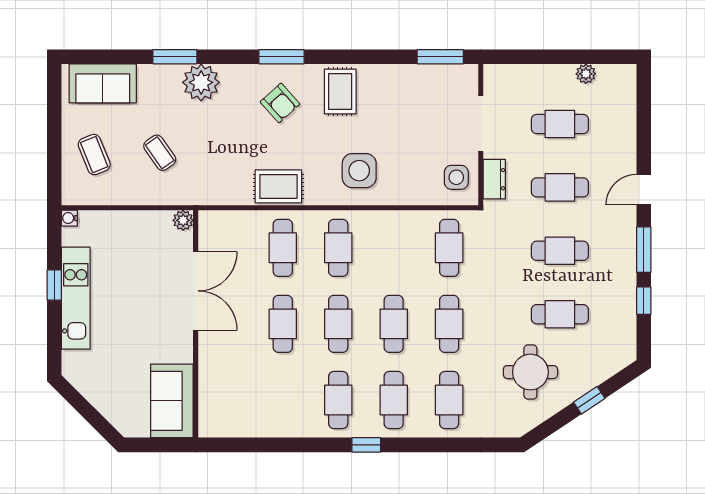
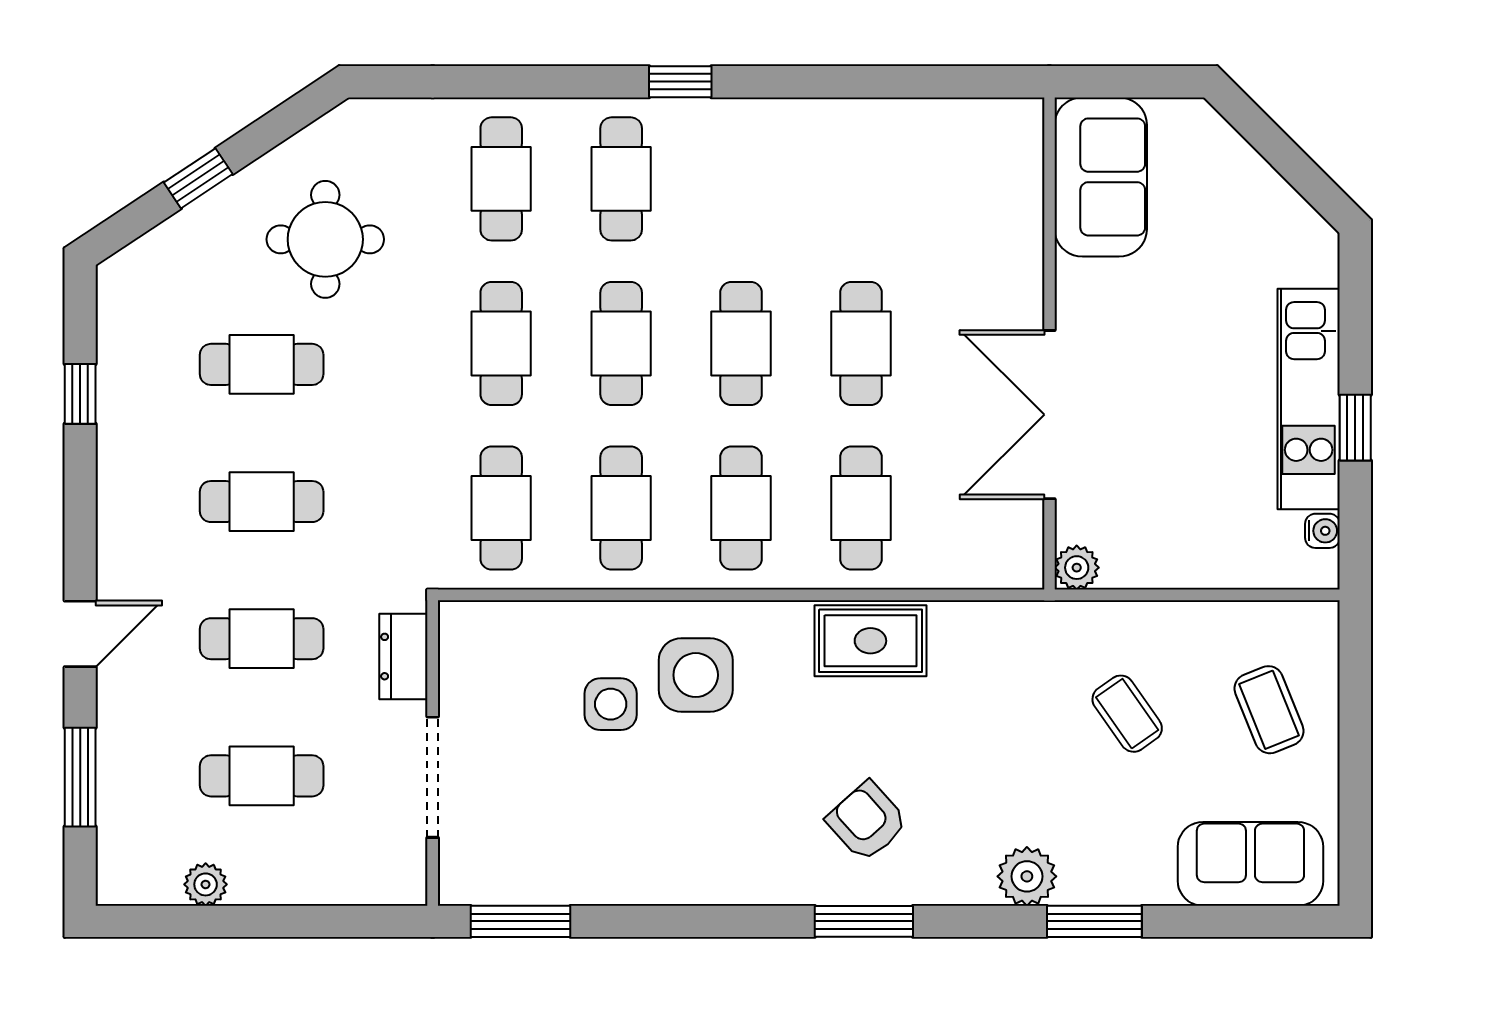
plant: (201, 82) -> (1027, 876), width x0.73, depth x0.73
rug: (340, 91) -> (737, 846), removed
side table: (456, 177) -> (611, 704), moved
water cooler: (69, 218) -> (1322, 531), moved
window: (644, 250) -> (80, 777), moved
cafe table: (338, 400) -> (621, 508), moved

